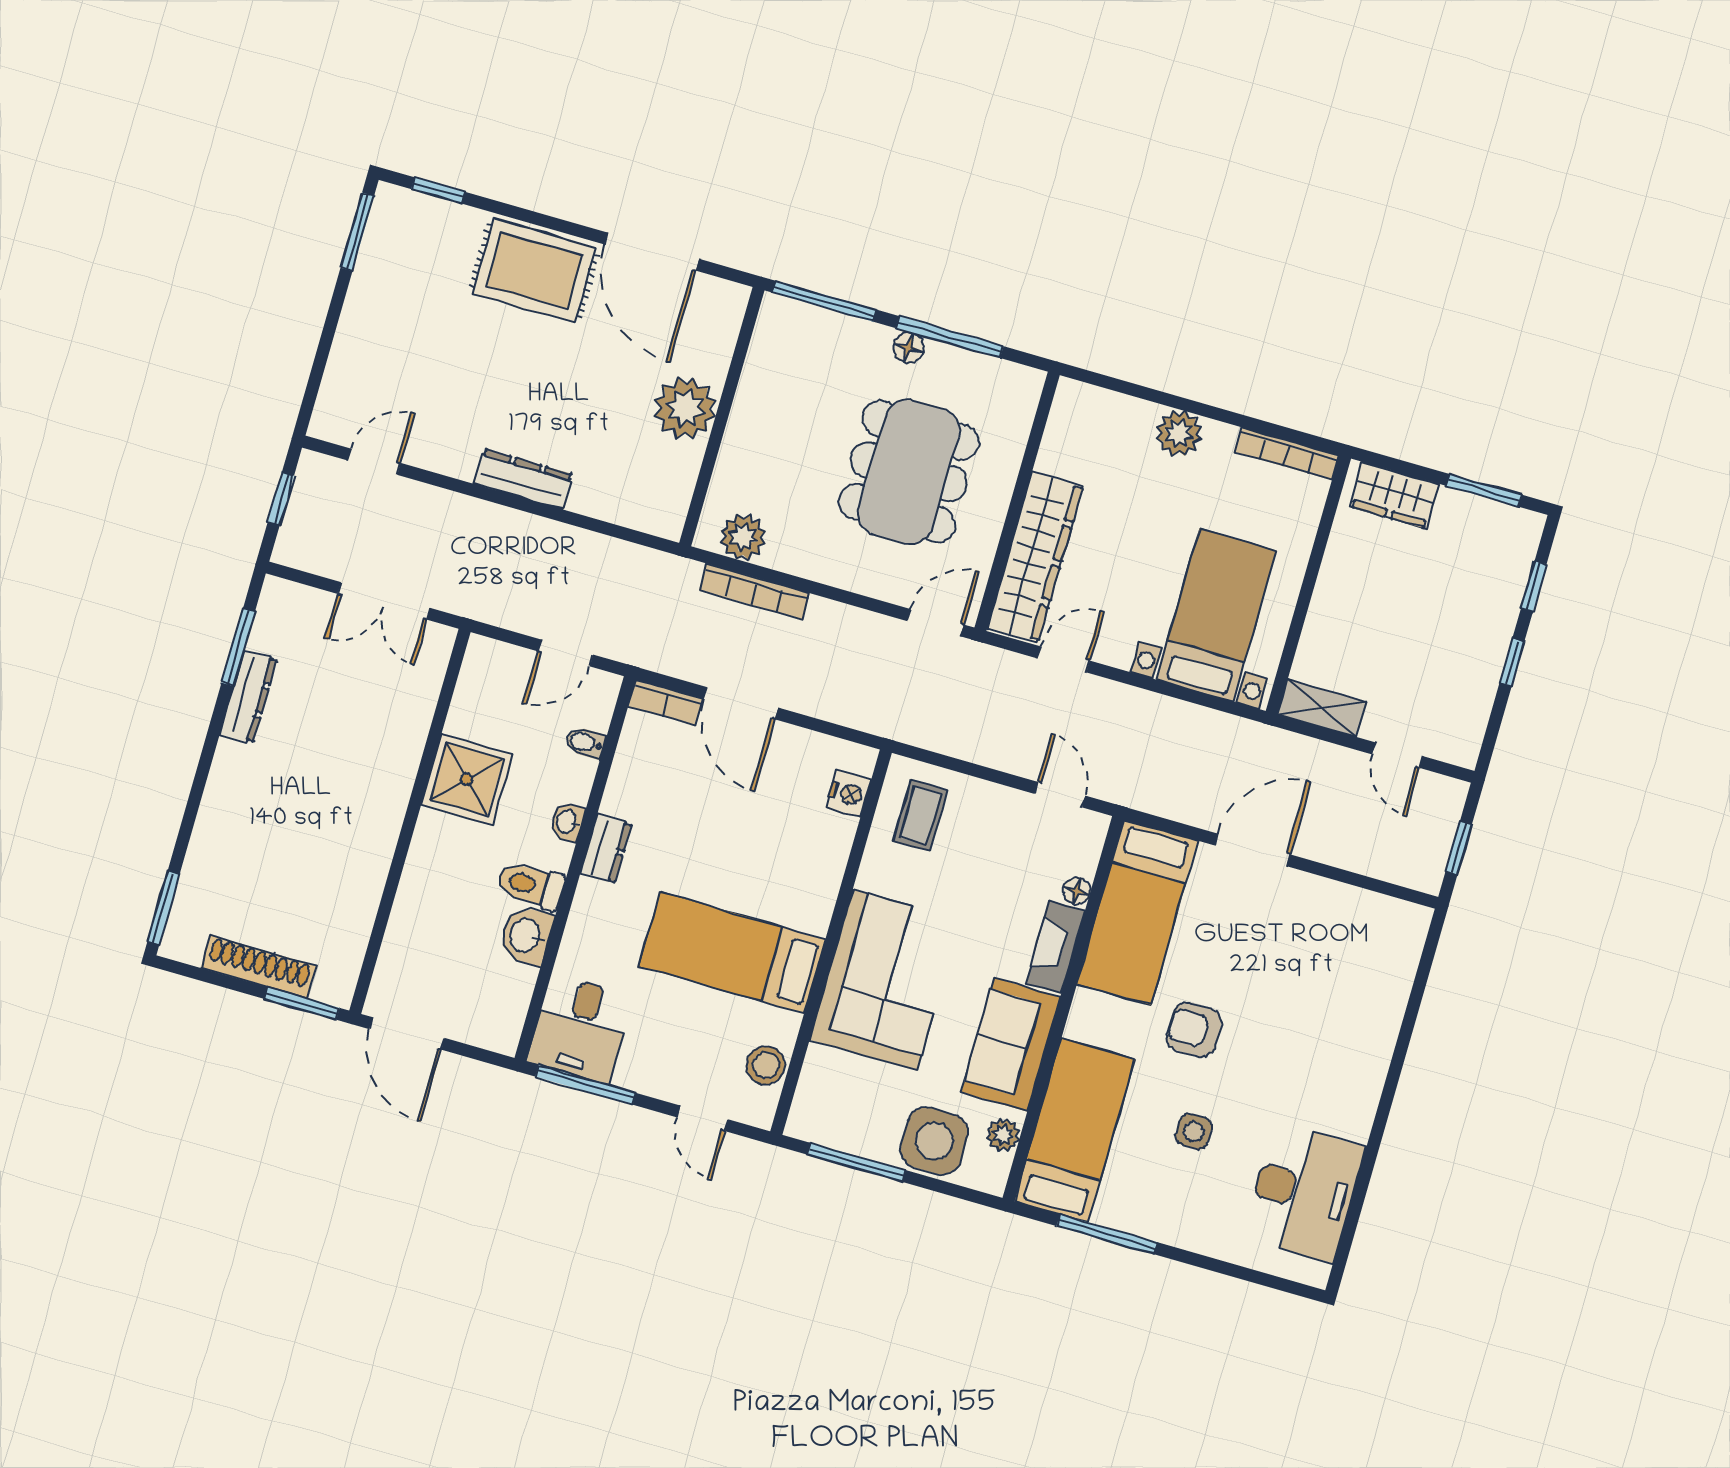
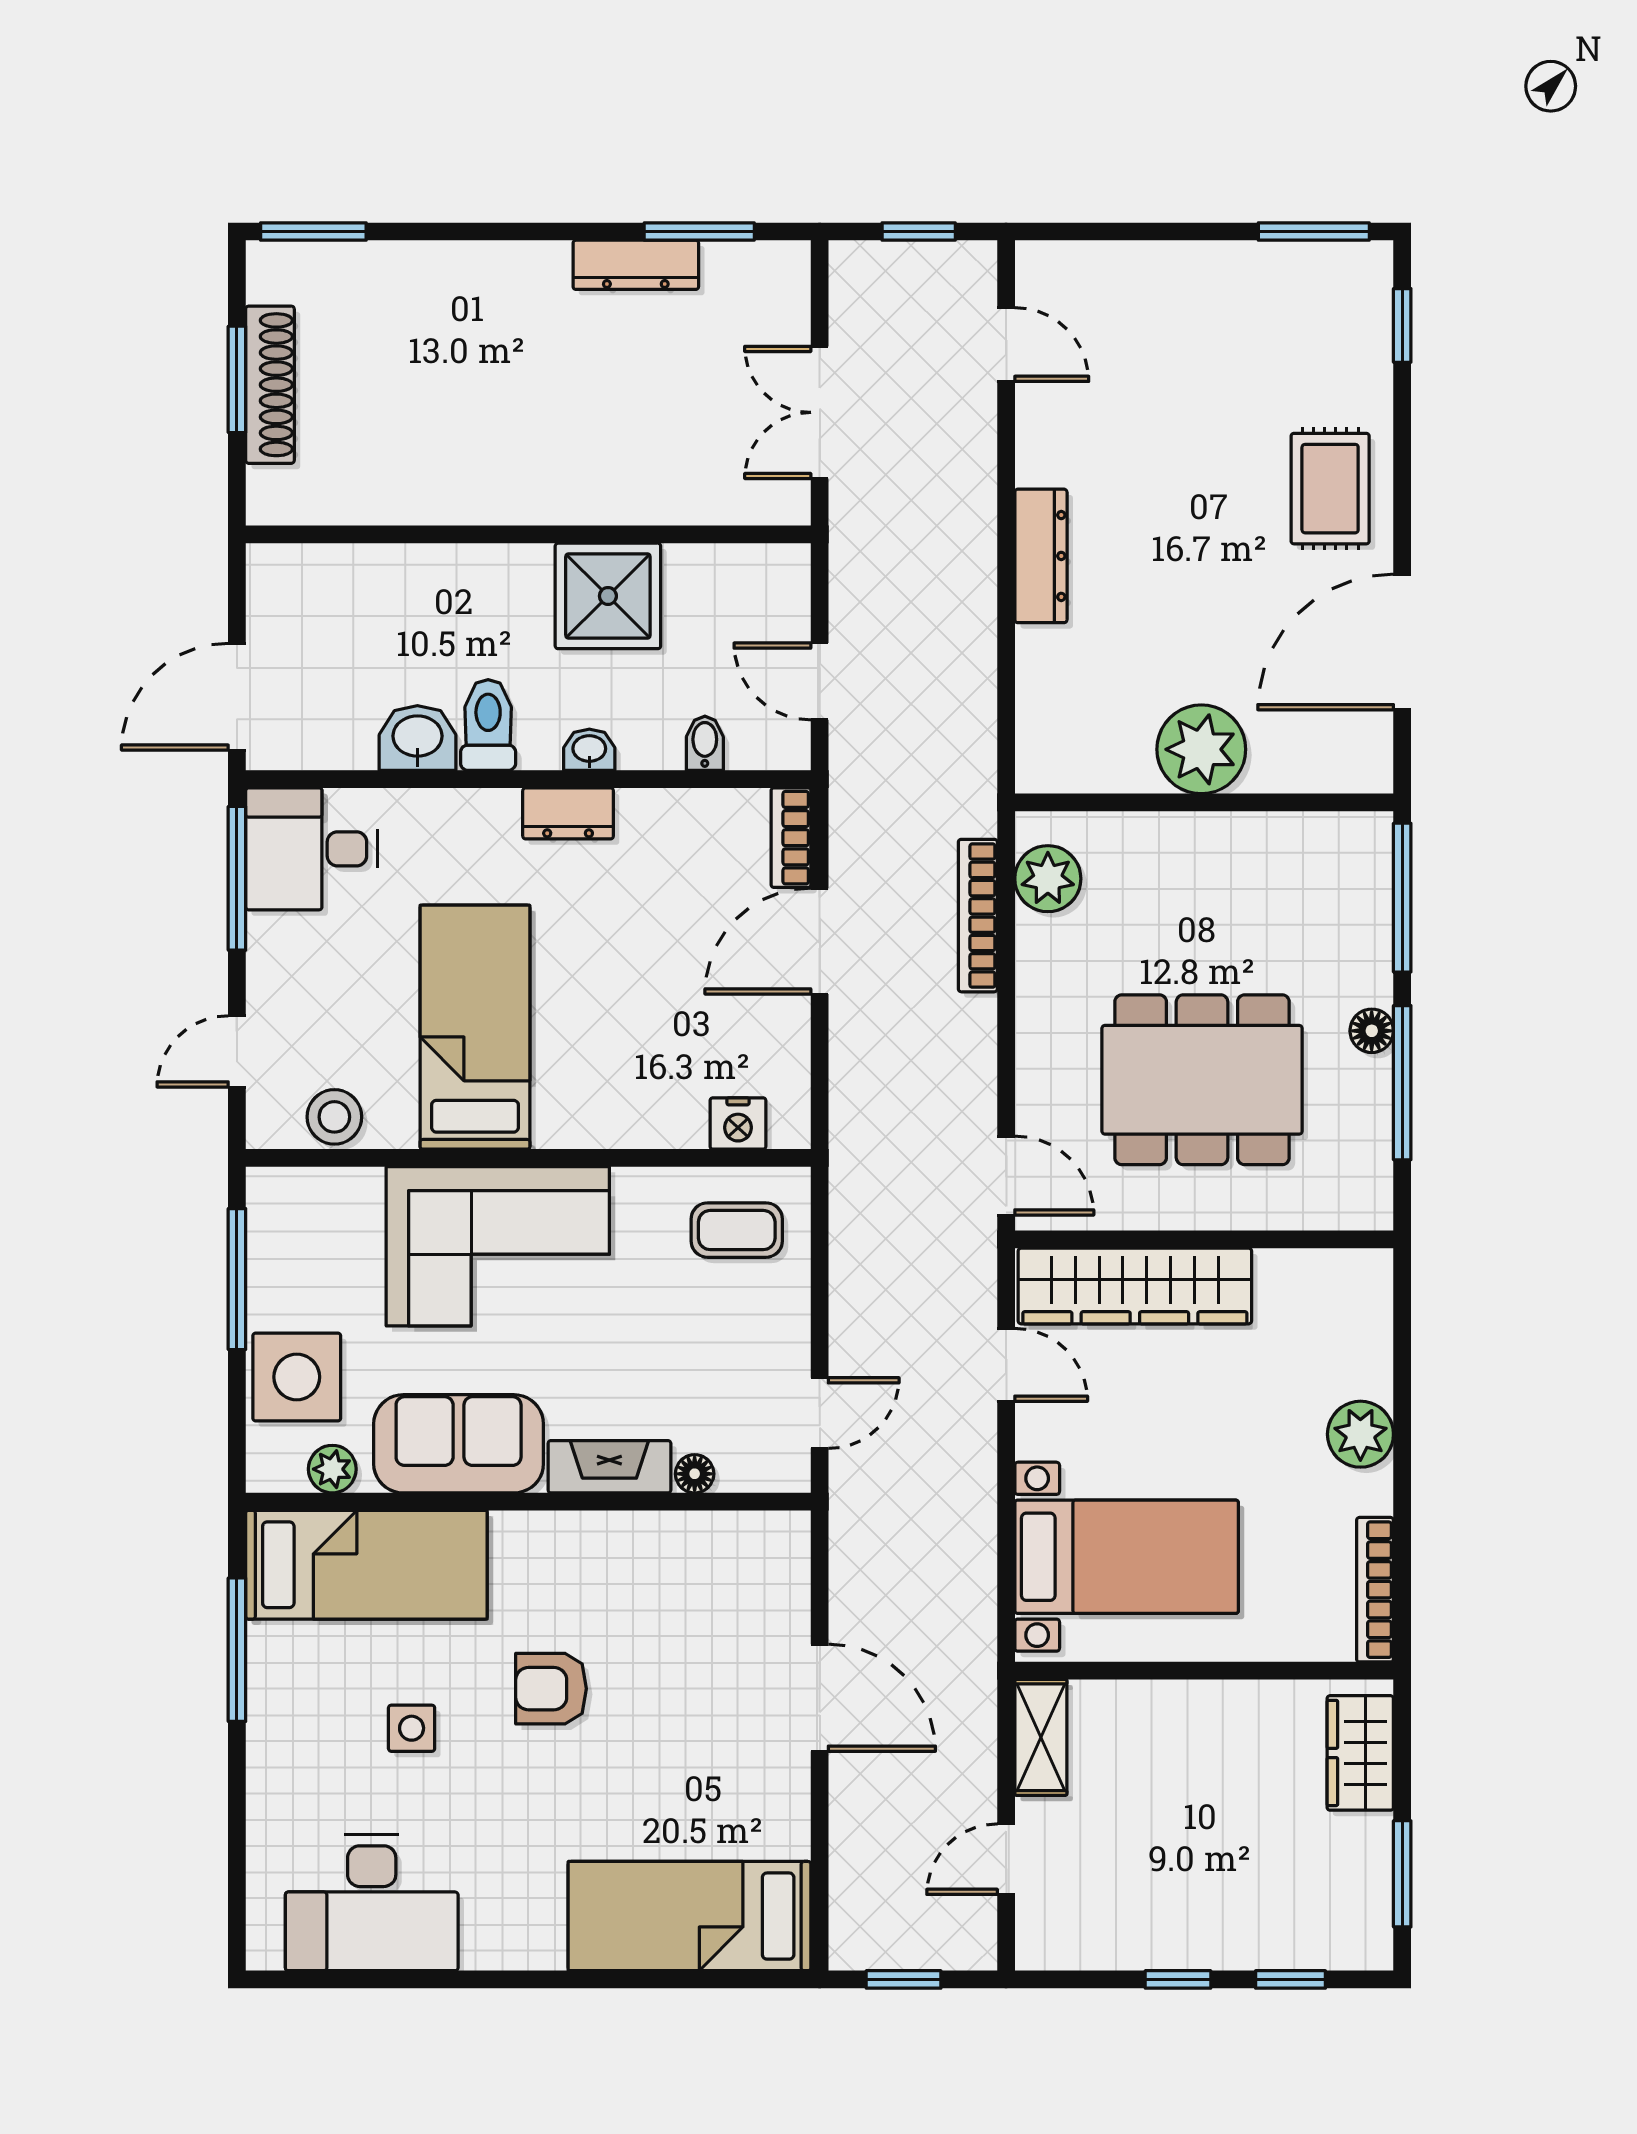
rug: (534, 271) -> (1330, 489), width x0.73, depth x0.70
bed: (1137, 912) -> (690, 1916), moved
window: (302, 1003) -> (237, 379), moved
armchair: (1194, 1030) -> (551, 1689), turned -90
door: (407, 1033) -> (237, 697), moved

